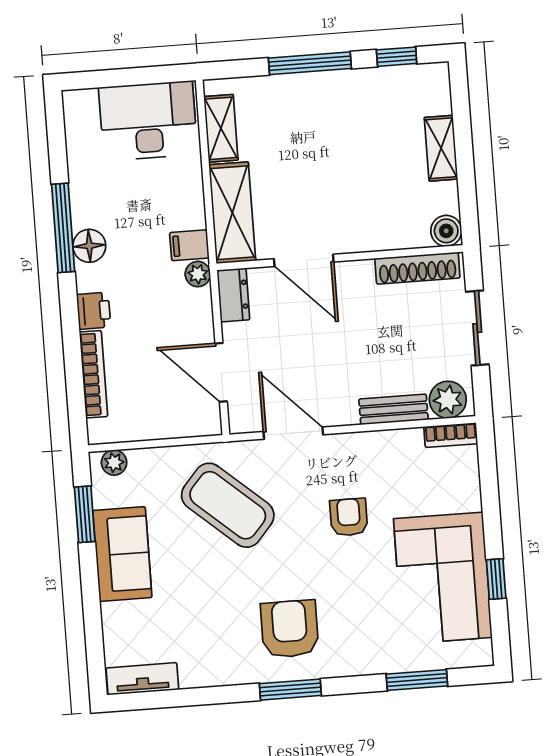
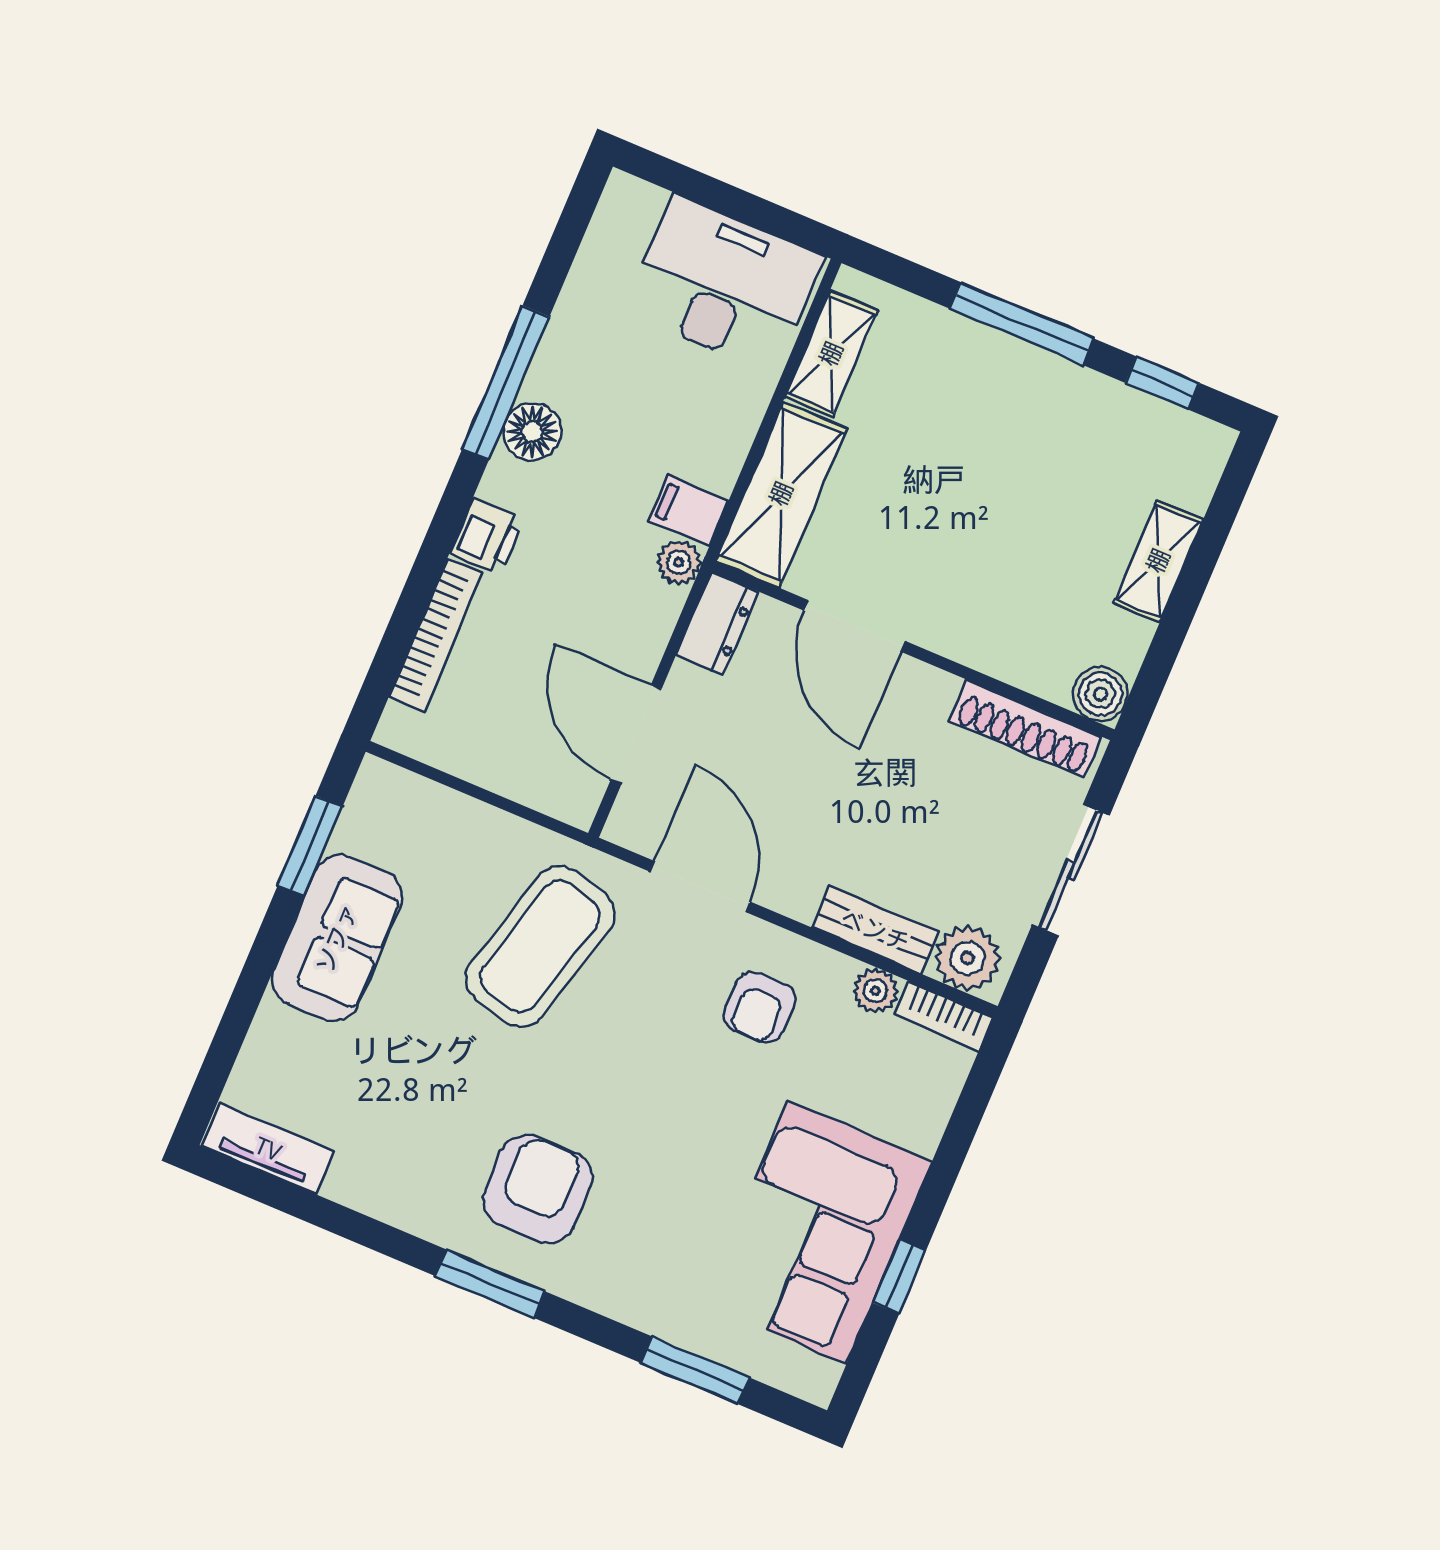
plant: (114, 463) -> (875, 991), moved
coffee table: (228, 505) -> (540, 946), turned 64
armchair: (349, 517) -> (760, 1007), moved, turned 180

